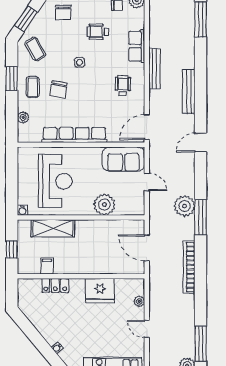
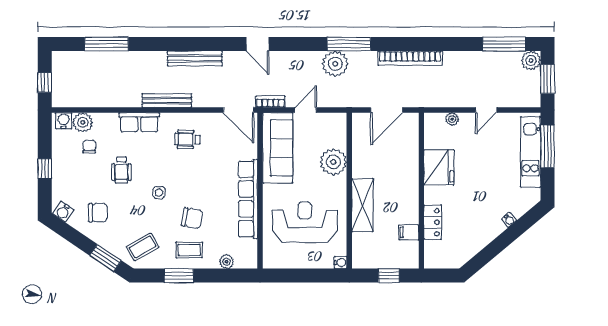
bookcase: (154, 153) -> (270, 102), added
sofa: (123, 159) -> (278, 148), width x1.36
shelving: (53, 228) -> (363, 205), moved

